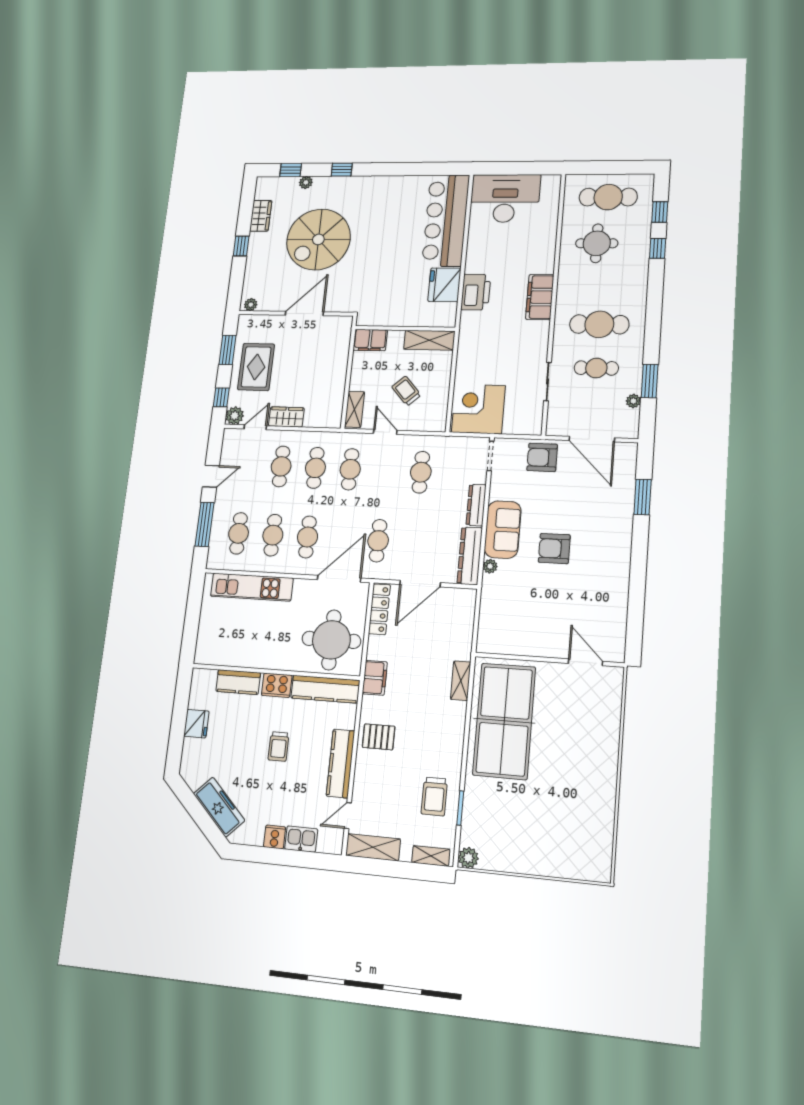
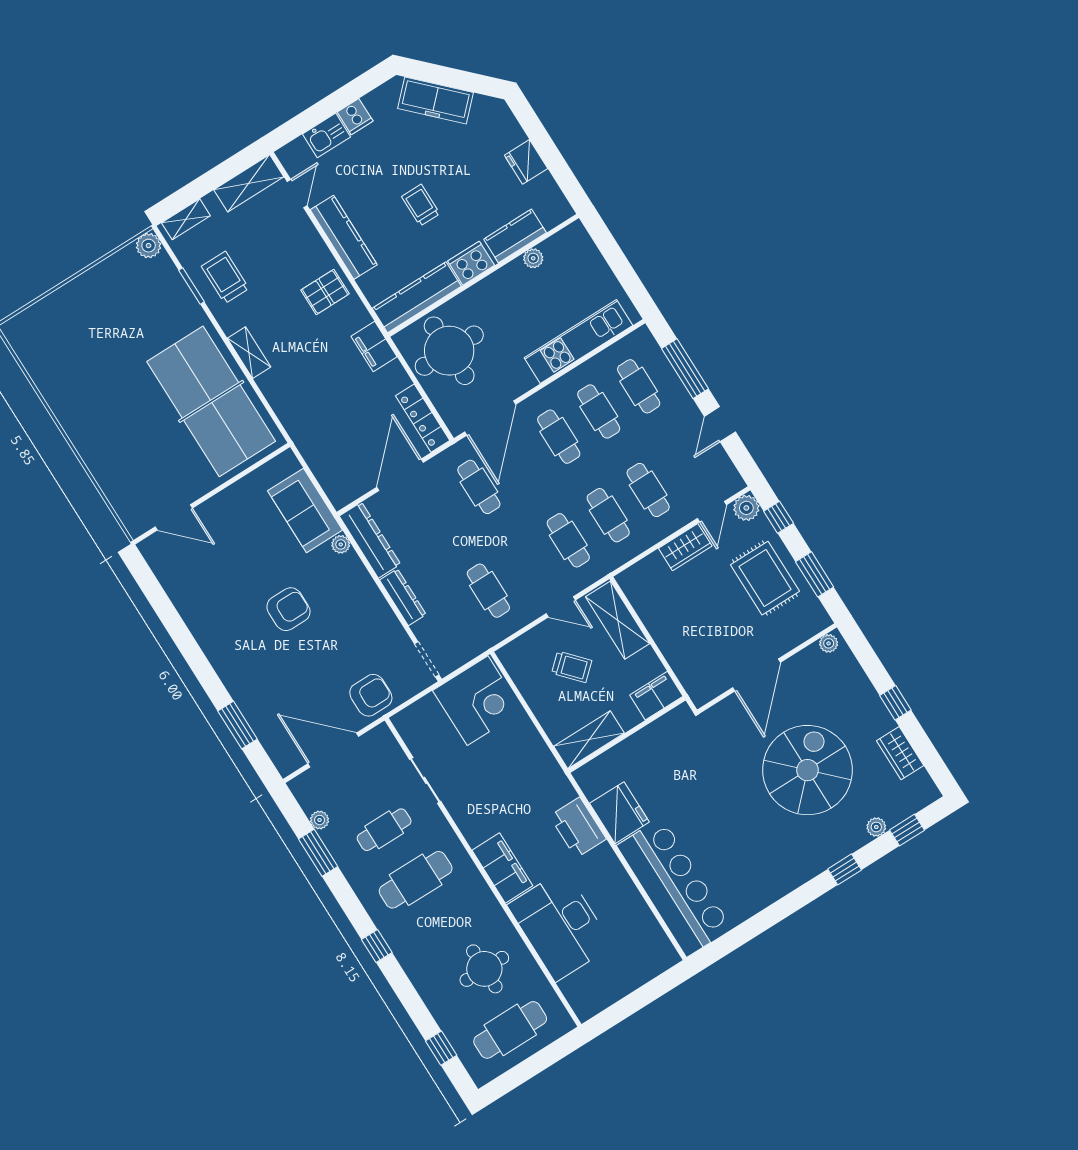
desk: (505, 198) -> (560, 925), moved, turned 90
window: (658, 248) -> (377, 946), moved
shelving: (354, 409) -> (618, 620), width x1.50, depth x1.33
sofa: (503, 530) -> (305, 510), moved
plant: (238, 659) -> (533, 258), added
shelving: (461, 681) -> (249, 353), moved

